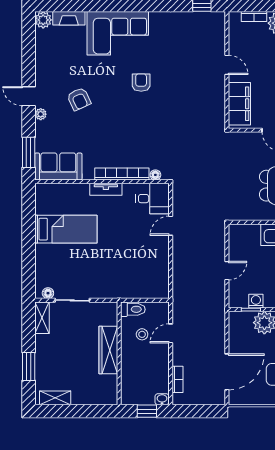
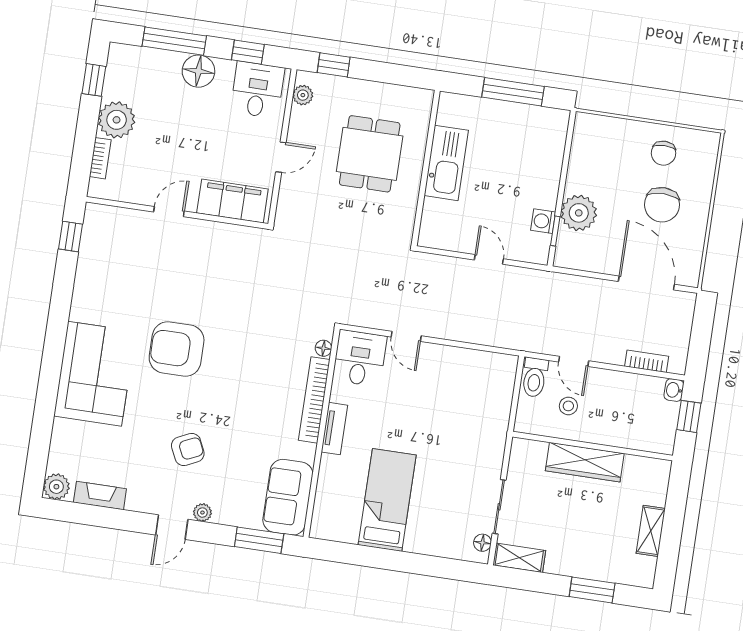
fireplace: (69, 18) -> (100, 496), moved, turned -90
armchair: (141, 83) -> (177, 349), width x1.88, depth x1.88
toilet: (133, 309) -> (535, 377), moved, turned 180
shelving: (55, 398) -> (651, 531), moved

